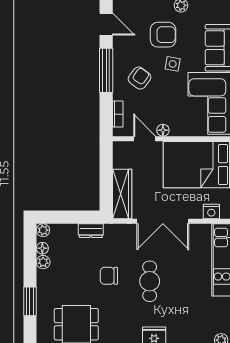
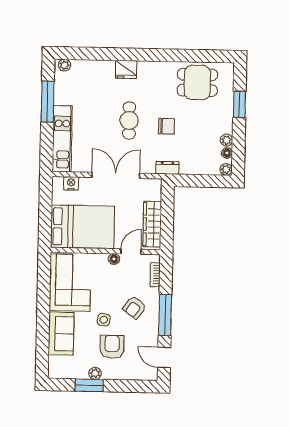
armchair: (163, 35) -> (112, 347), turned 90
door: (145, 139) -> (131, 252), swing flipped
wardrobe: (122, 194) -> (152, 224), moved
dresser: (91, 231) -> (167, 168), moved

